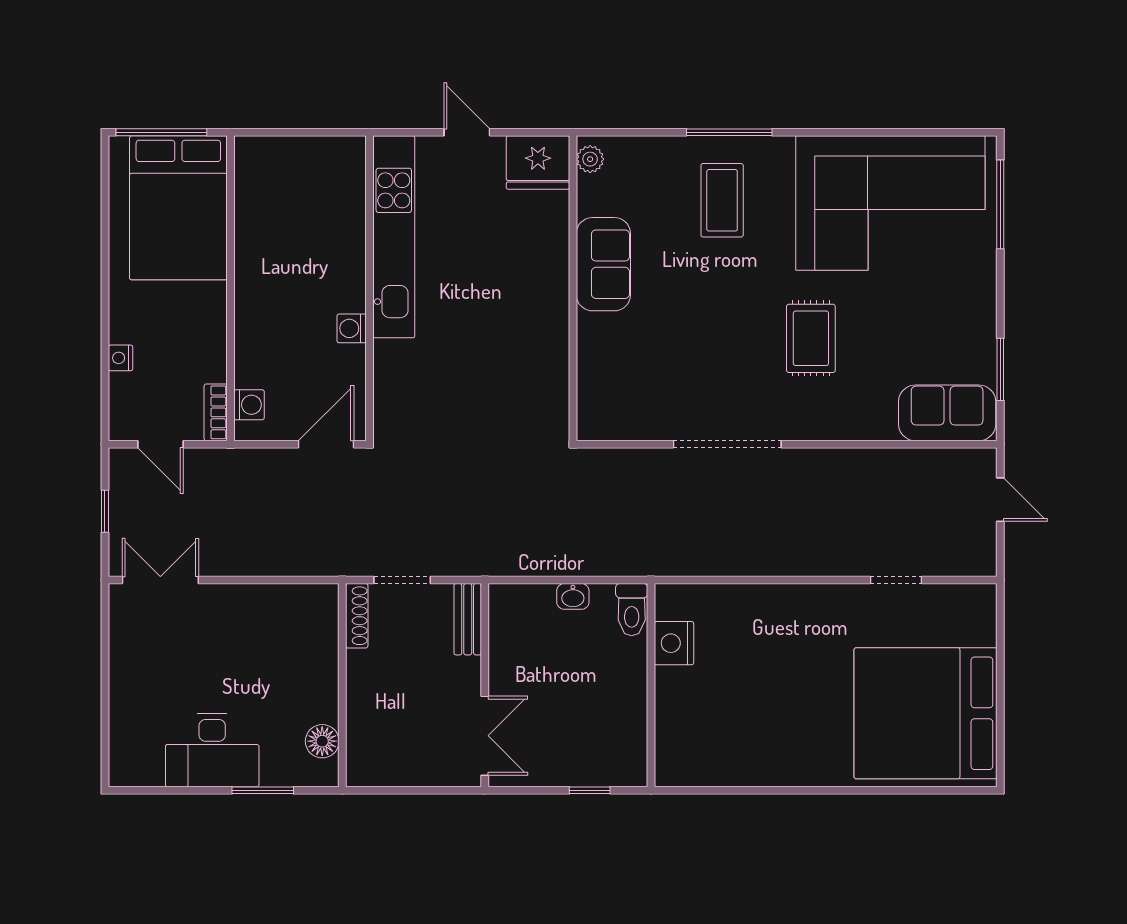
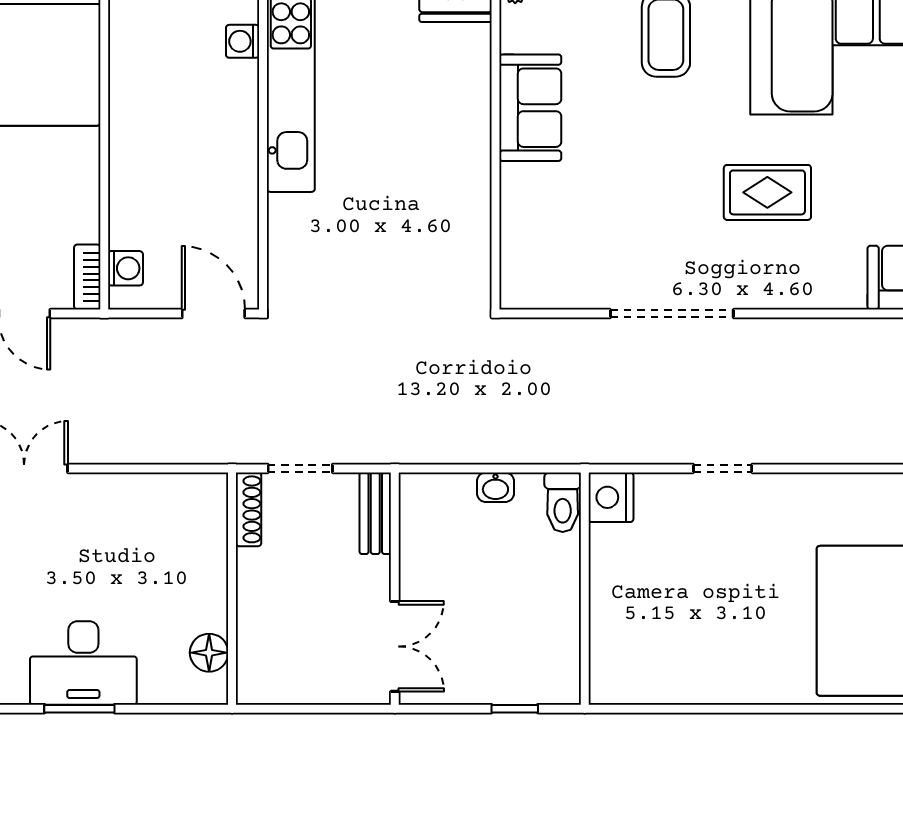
washing machine: (352, 328) -> (243, 41), moved
rug: (811, 338) -> (767, 192), turned 90
door: (326, 444) -> (213, 314), hinge flipped
doorway: (896, 580) -> (723, 468), moved
nightstand: (674, 643) -> (611, 497), moved
window: (263, 790) -> (79, 709), moved

